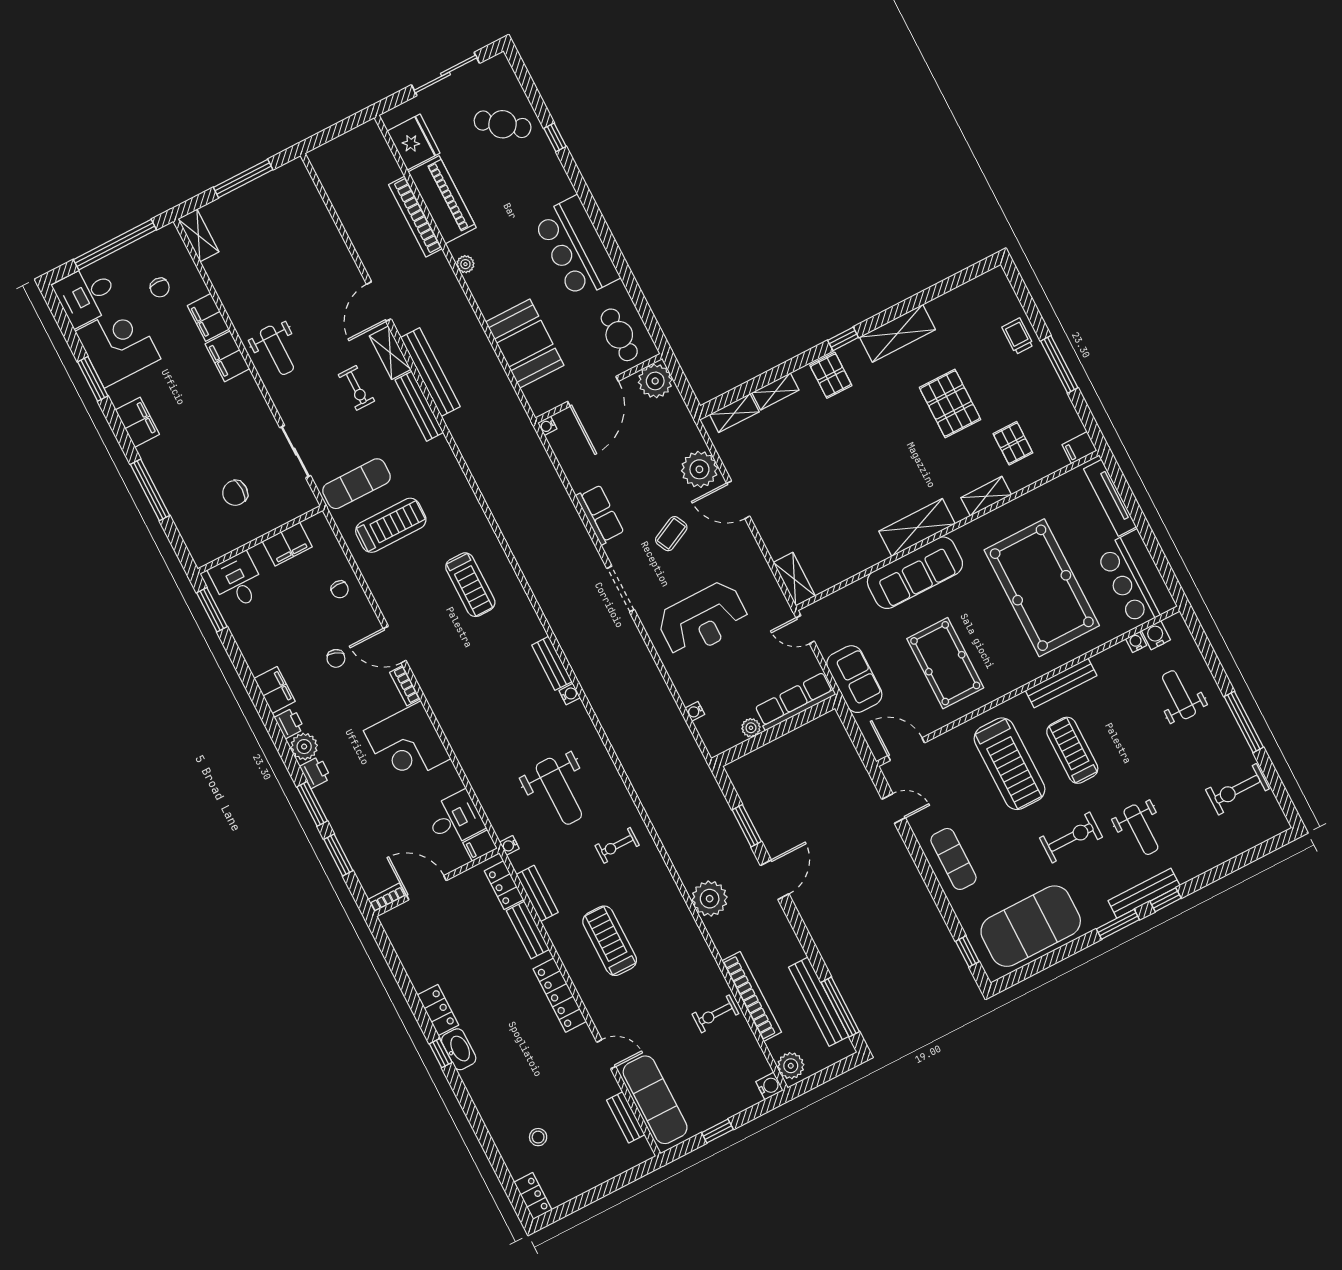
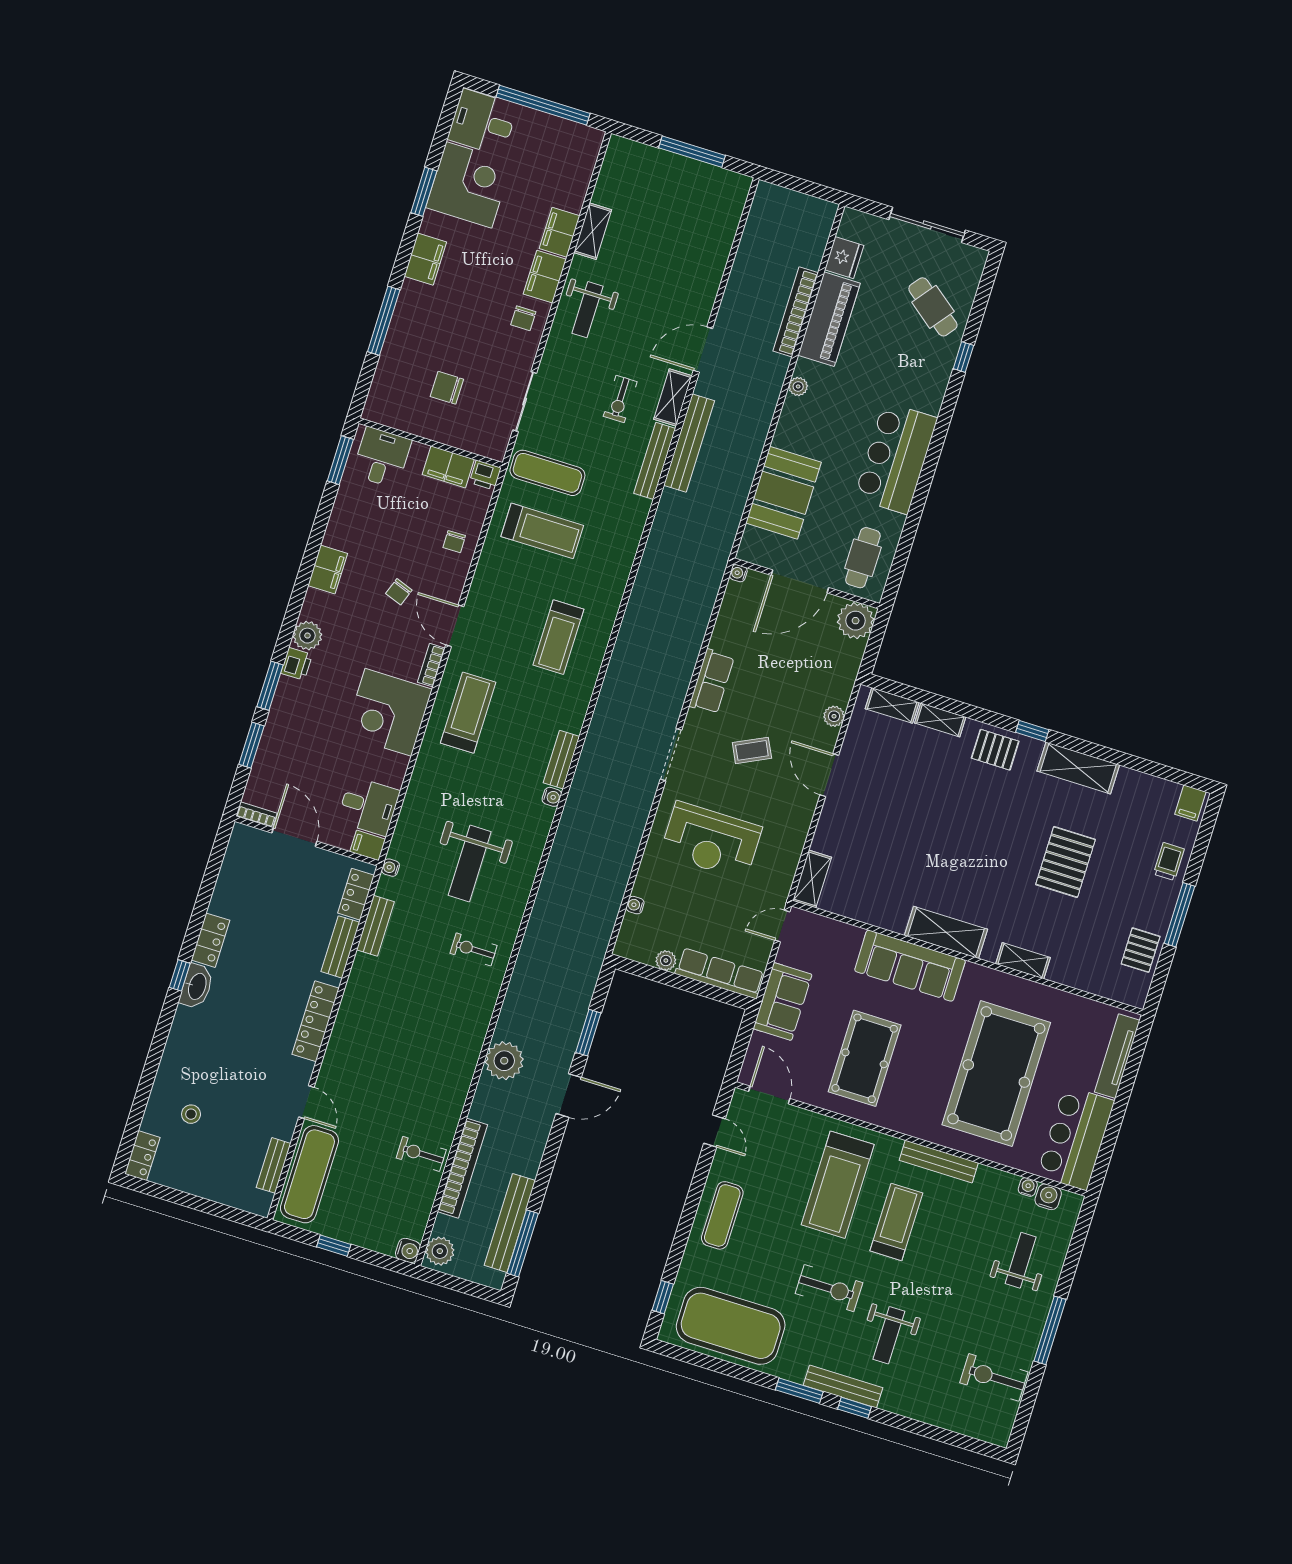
fridge: (414, 142) -> (844, 258), width x0.73, depth x0.75
shelving: (198, 235) -> (593, 231), moved
chair: (160, 287) -> (523, 318), moved
pallet: (831, 375) -> (995, 750), turned 90
pallet: (1013, 443) -> (1141, 950), moved
filing cabinet: (1079, 448) -> (1190, 803), moved, turned -90
plant: (699, 469) -> (834, 716), width x0.53, depth x0.53
door: (805, 629) -> (782, 926), hinge flipped
printer: (289, 723) -> (485, 475), moved, turned 90
treadmill: (610, 941) -> (468, 713), moved

